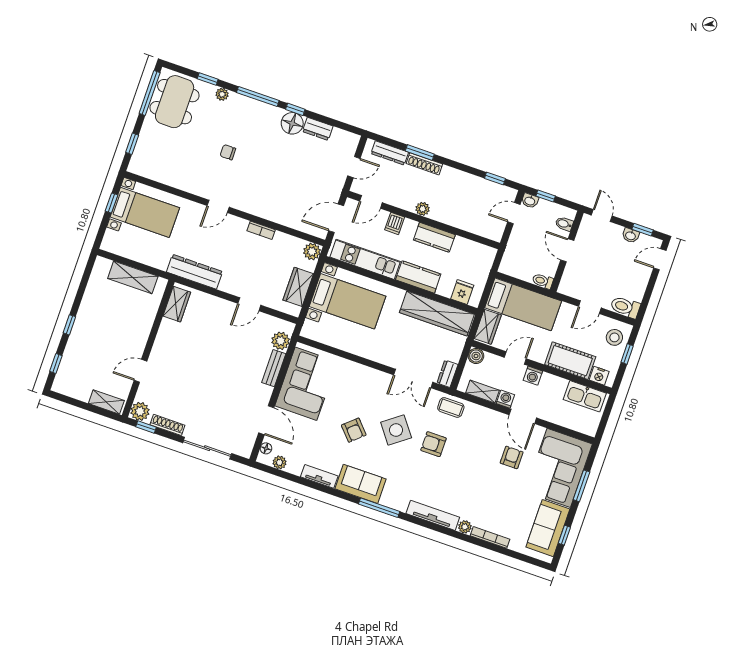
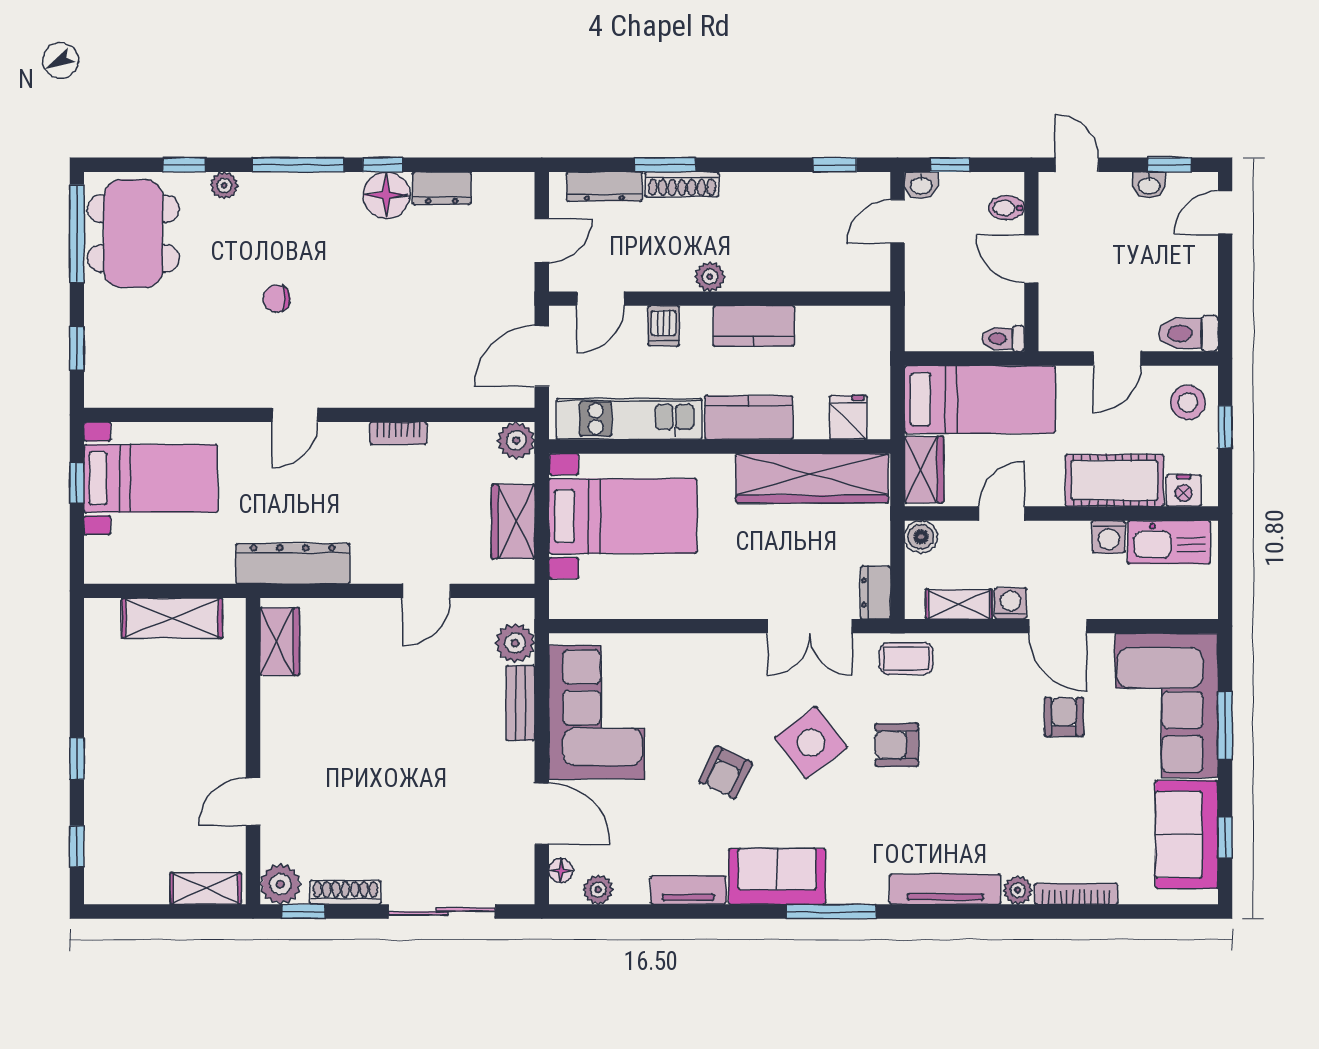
washing machine: (533, 376) -> (1109, 537), moved
armchair: (354, 430) -> (726, 772), turned 68

